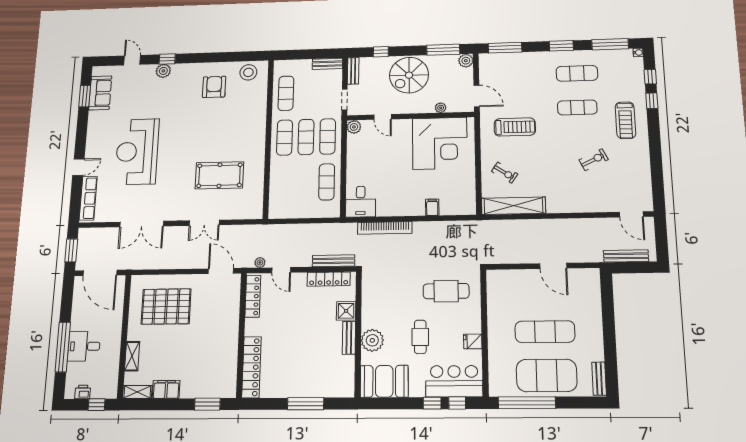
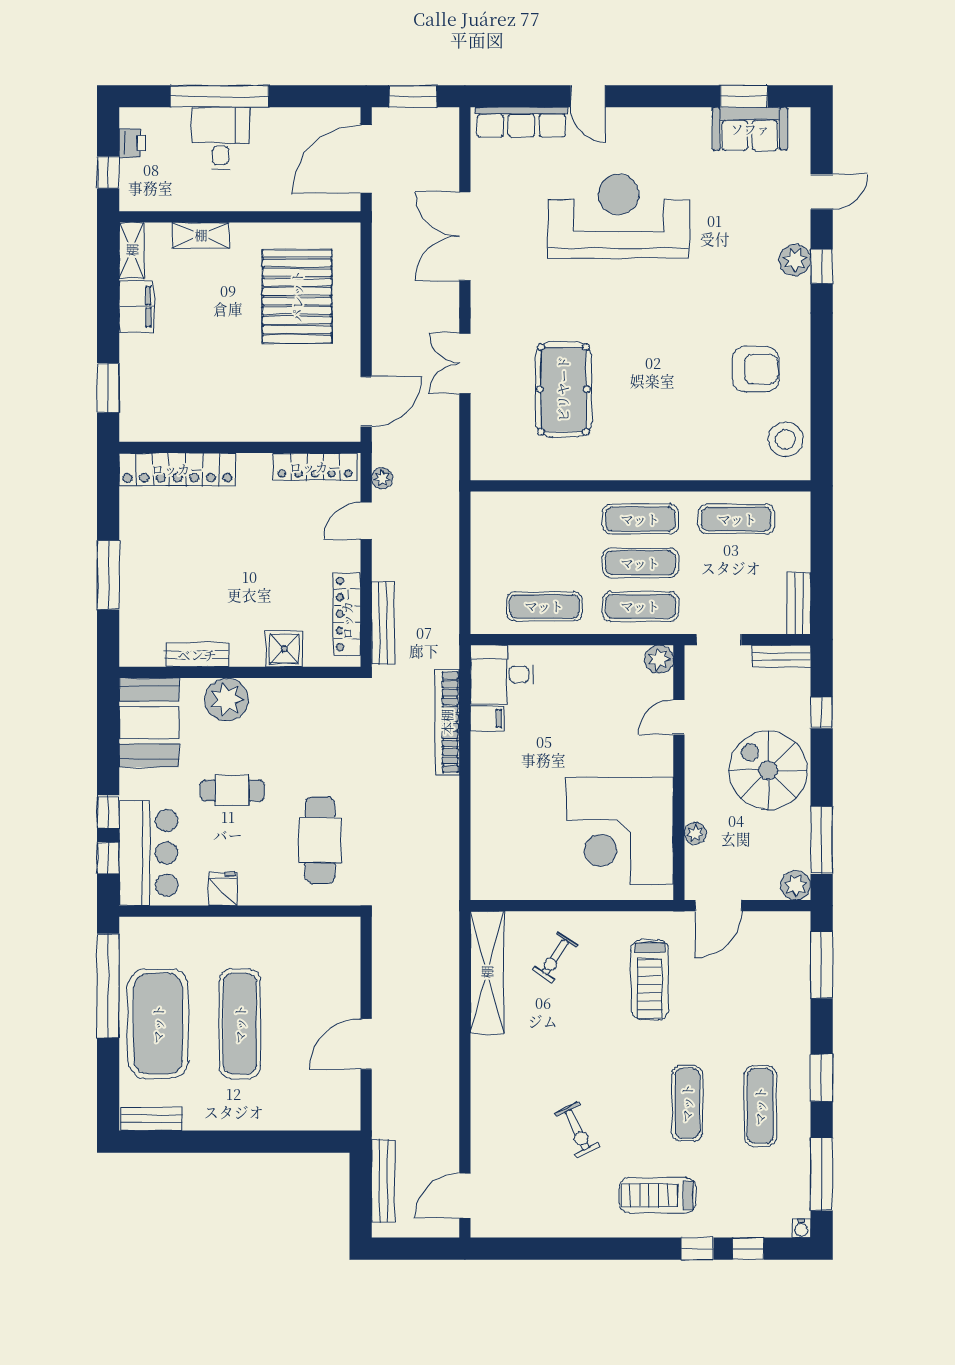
filing cabinet: (432, 207) -> (487, 719), moved
bench: (349, 338) -> (197, 655), moved

